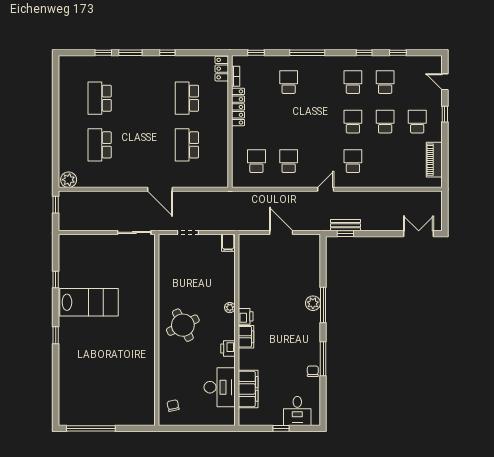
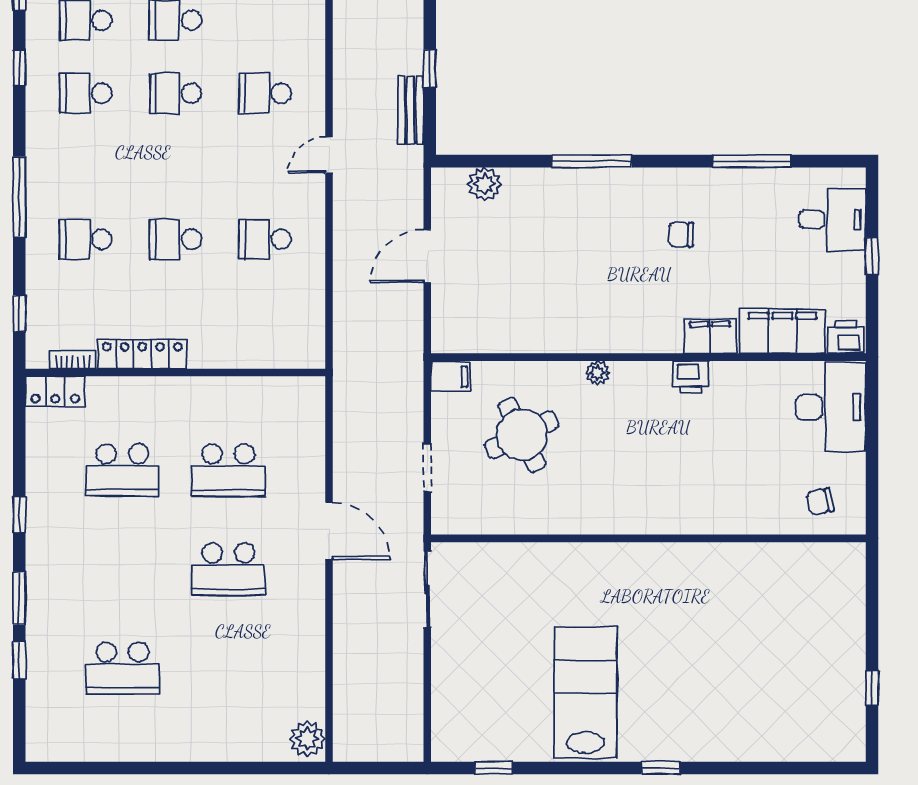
school desk: (100, 145) -> (228, 569), moved
school desk: (256, 161) -> (175, 239), moved
door: (160, 189) -> (329, 531), hinge flipped
door: (326, 189) -> (329, 155), hinge flipped
window: (56, 205) -> (364, 768), removed
window: (345, 234) -> (430, 69), moved
window: (56, 279) -> (494, 768), moved
plant: (313, 303) -> (485, 184), moved
printer: (246, 316) -> (846, 337), moved
round table: (183, 325) -> (522, 435), moved
filing cabinet: (246, 337) -> (710, 336), moved
window: (323, 359) -> (752, 161), moved
chair: (313, 371) -> (681, 235), moved
desk: (220, 387) -> (831, 407), moved, turned 90
window: (91, 428) -> (872, 688), width x0.32

